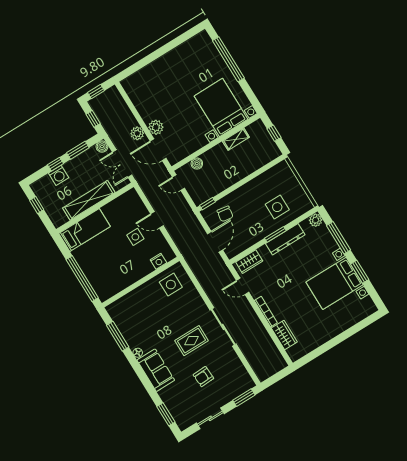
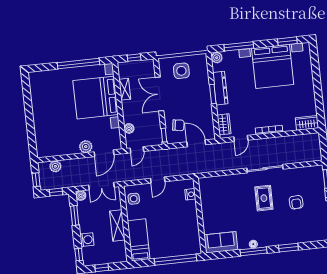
window: (228, 59) -> (78, 64), moved
bed with nightstands: (221, 108) -> (96, 98), width x1.36
plant: (137, 133) -> (55, 166), moved
window: (55, 164) -> (79, 255), moved
double door: (248, 178) -> (160, 94), added
shelving: (89, 200) -> (117, 225), width x0.68
side table: (277, 207) -> (181, 71), moved
side table: (135, 237) -> (134, 199), moved
window: (360, 272) -> (287, 41), moved
bed with nightstands: (334, 283) -> (273, 66), width x1.36
side table: (171, 285) -> (213, 193), removed
wardrobe: (284, 335) -> (307, 123), moved
window: (118, 336) -> (254, 251), moved
sofa: (156, 370) -> (221, 242), moved
window: (166, 414) -> (288, 248), moved

